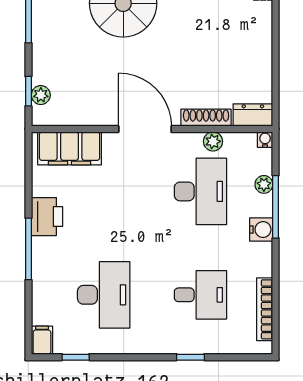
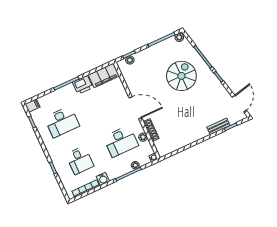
dresser: (253, 115) -> (161, 148), removed
door: (145, 129) -> (135, 108), hinge flipped
filing cabinet: (70, 148) -> (104, 76), moved, turned -90
water cooler: (261, 230) -> (103, 179), moved

